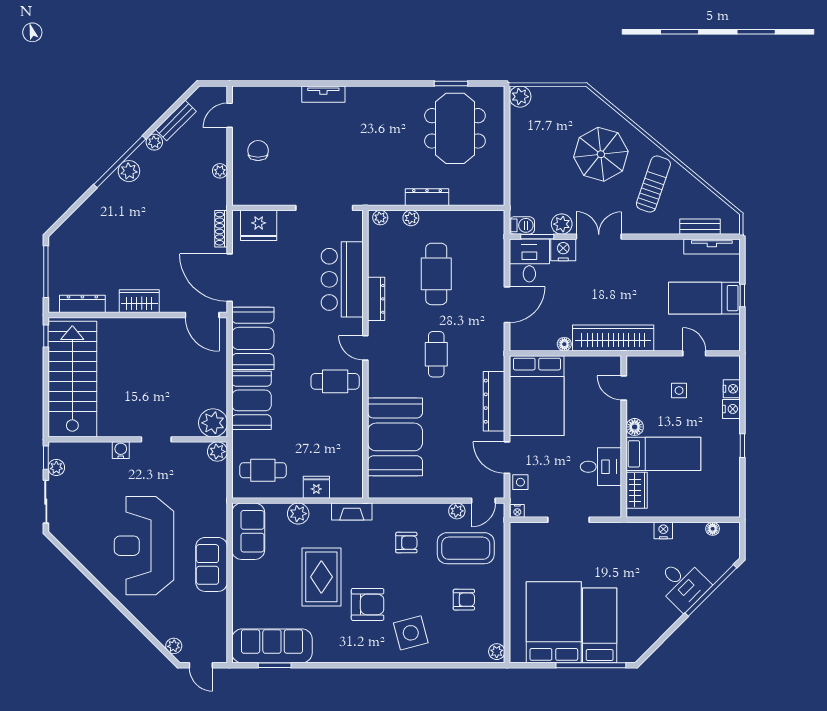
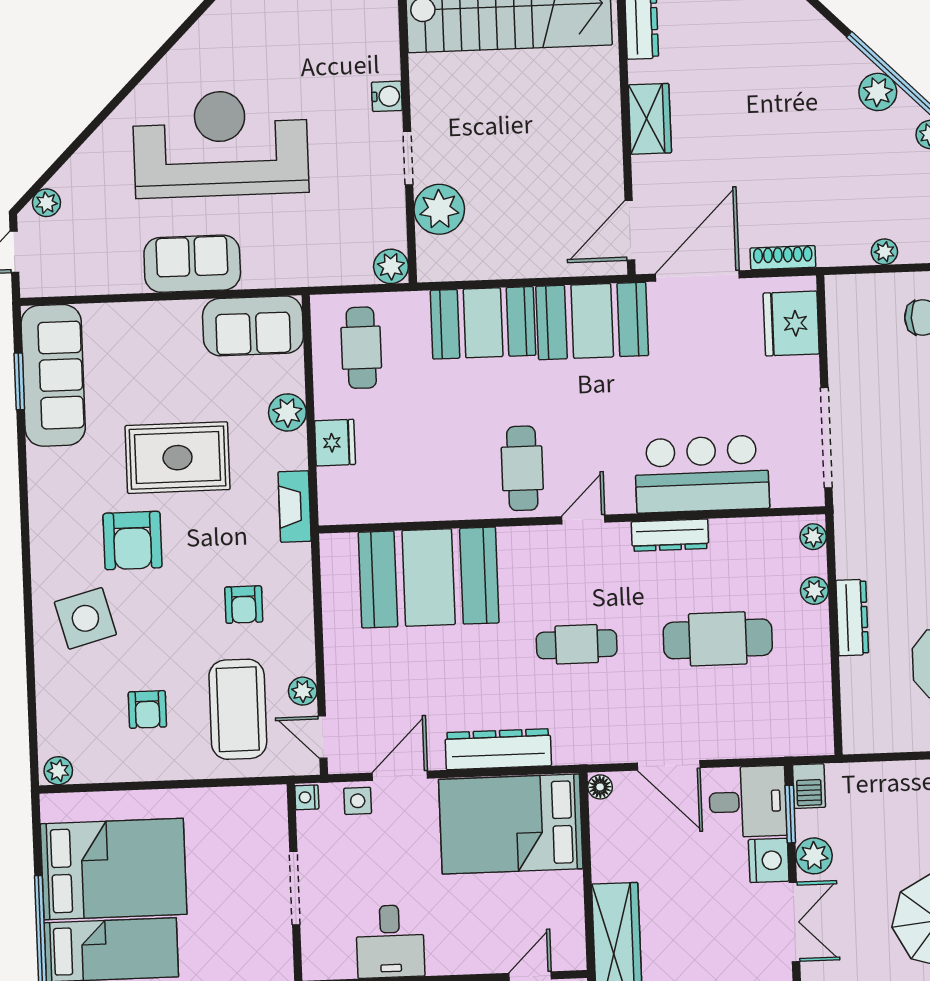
floor lamp: (564, 344) -> (600, 787), moved
plant: (213, 423) -> (439, 209), moved

